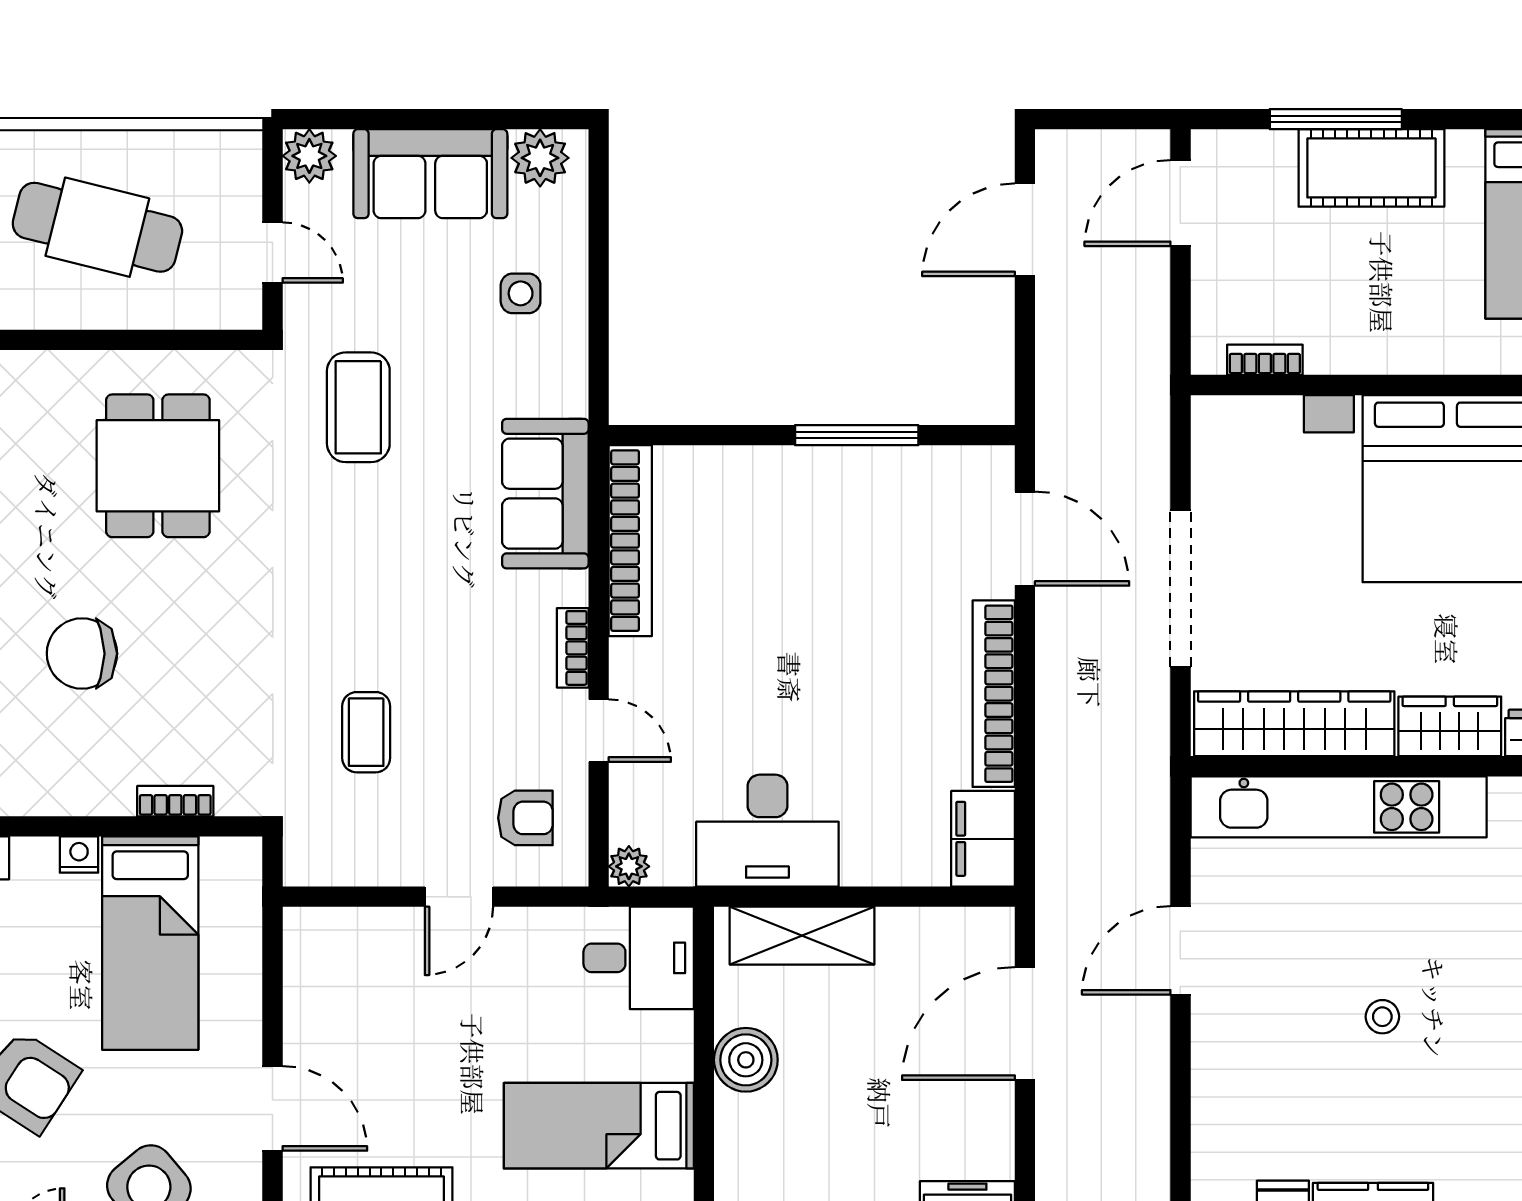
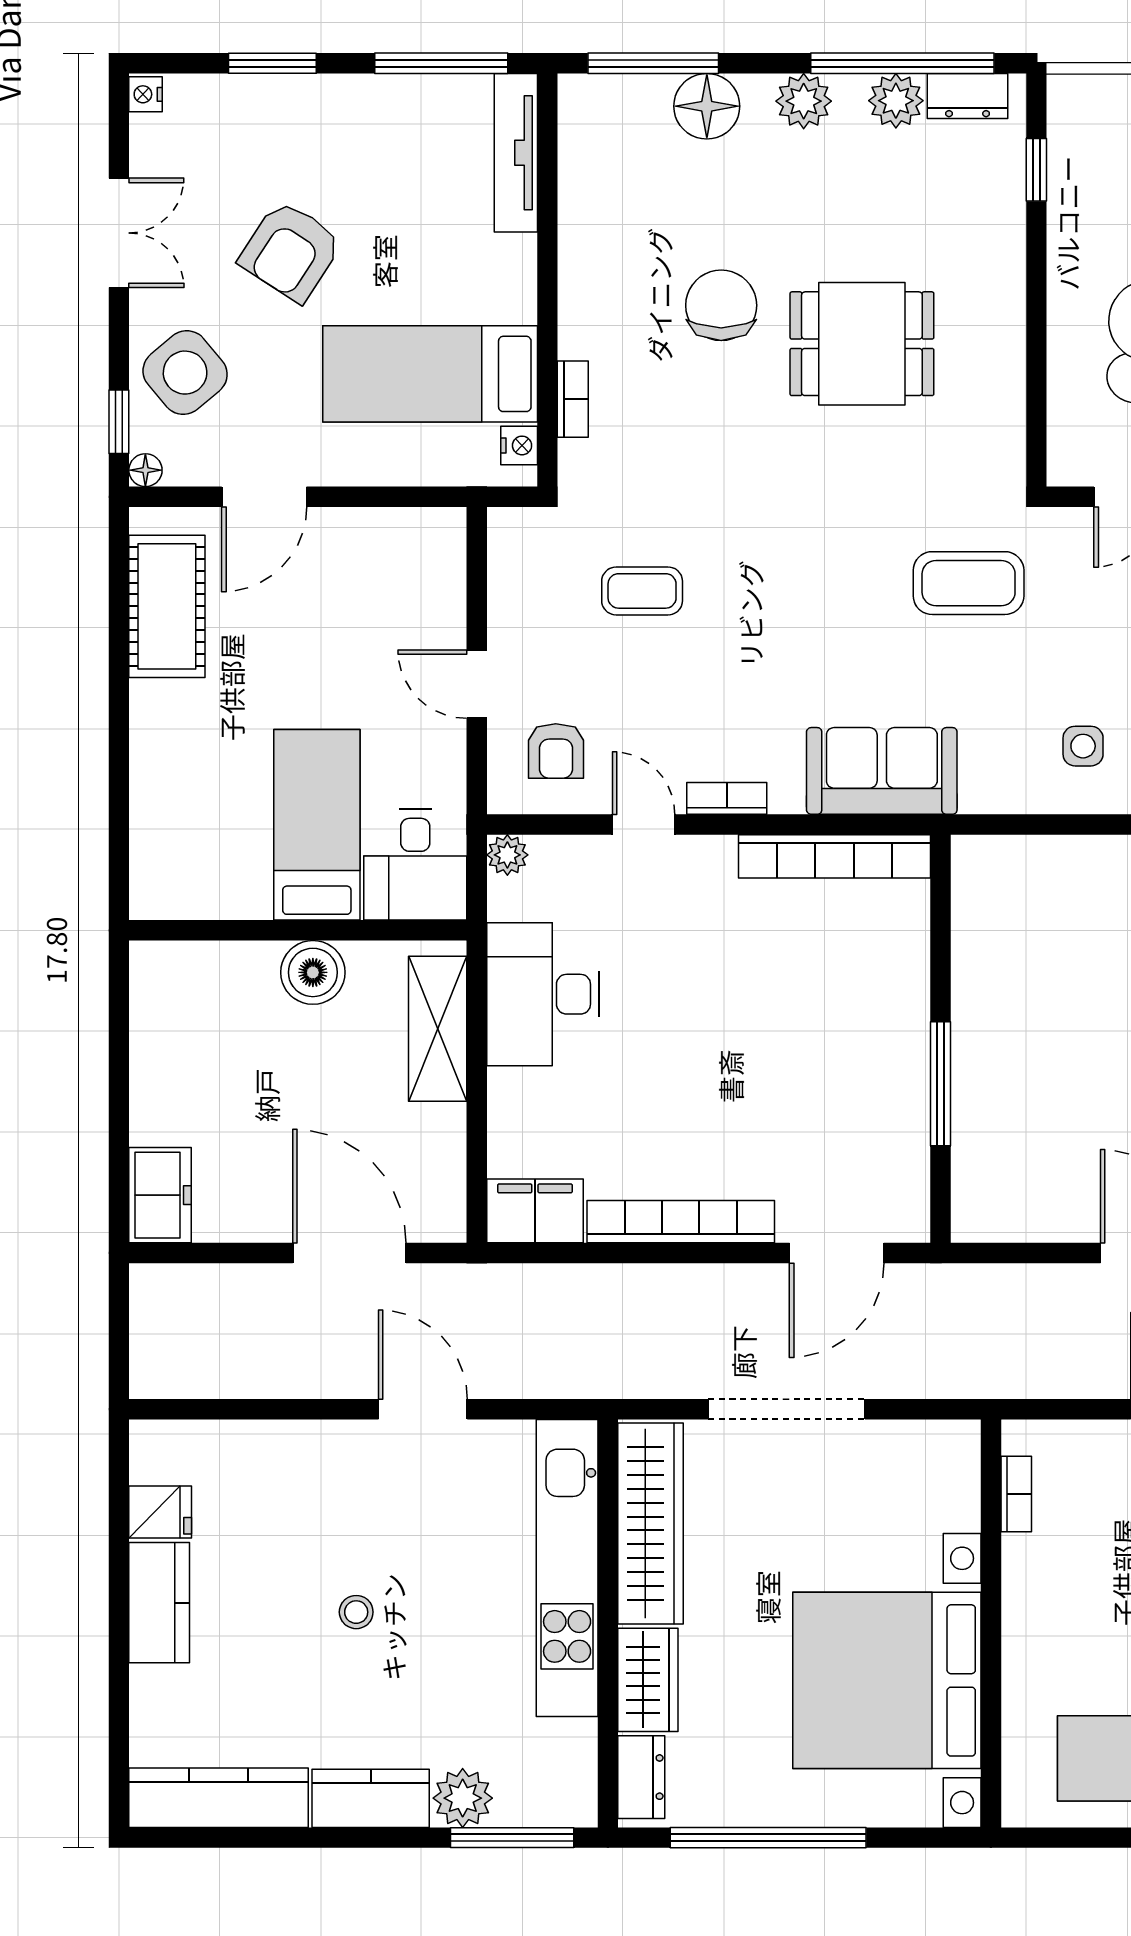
dining table: (158, 466) -> (862, 344), moved
door: (599, 731) -> (644, 824), swing flipped
nightstand: (79, 855) -> (519, 445), moved
bed: (599, 1126) -> (317, 825), moved

